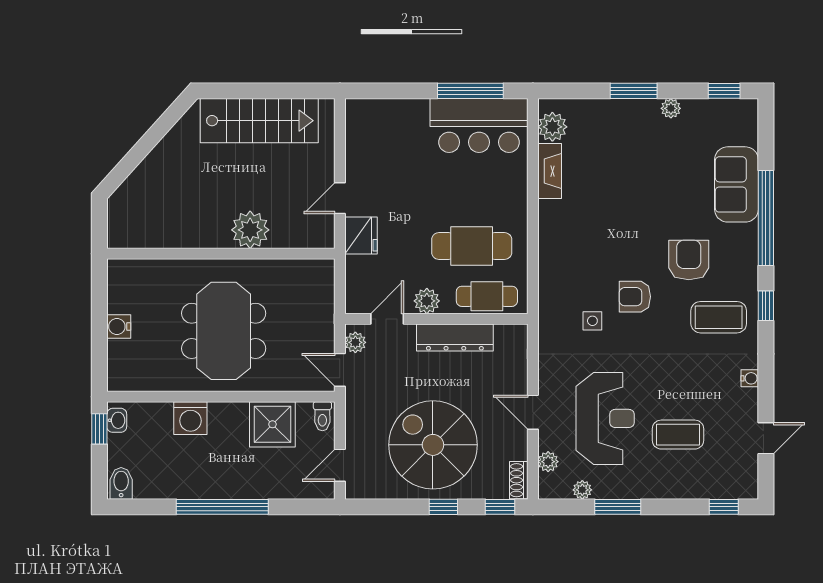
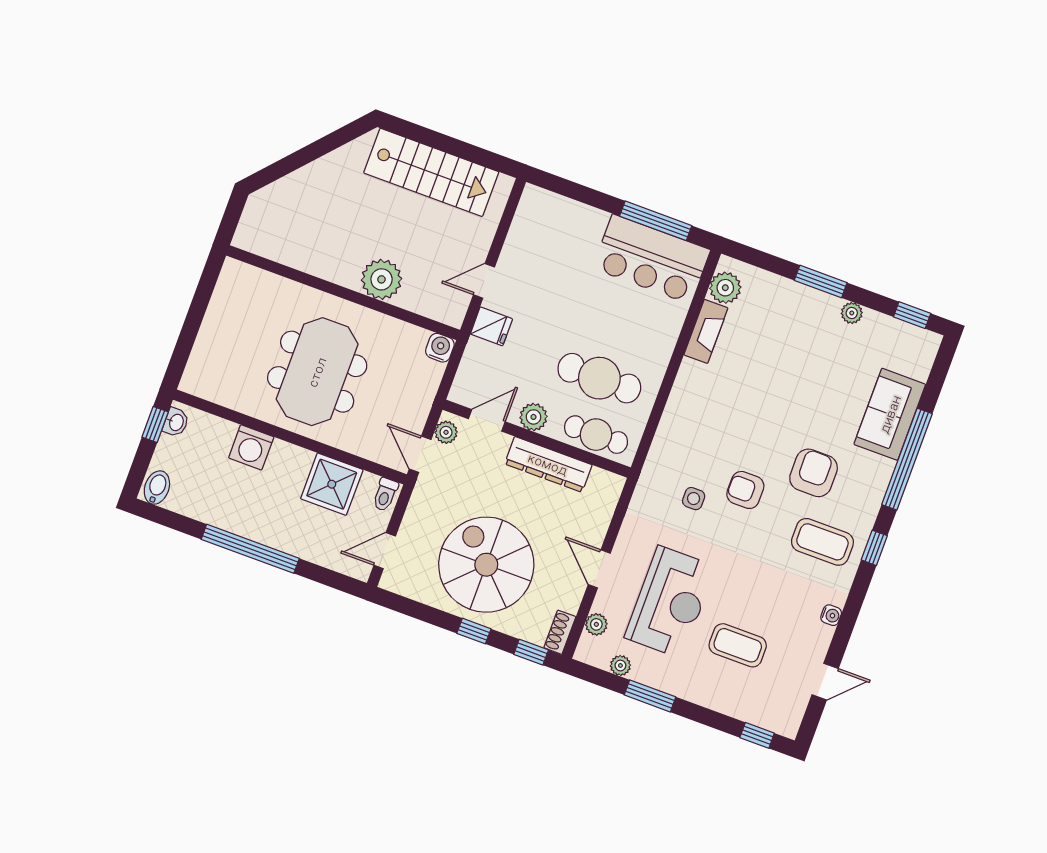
fridge: (361, 236) -> (491, 326), width x0.72
water cooler: (119, 326) -> (440, 348), moved, turned 90

